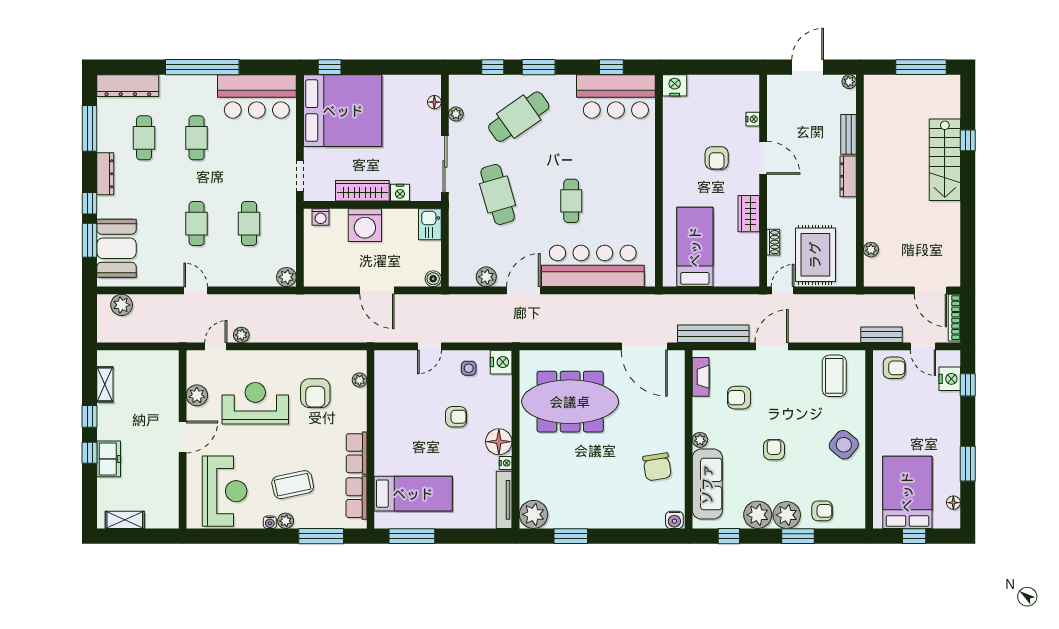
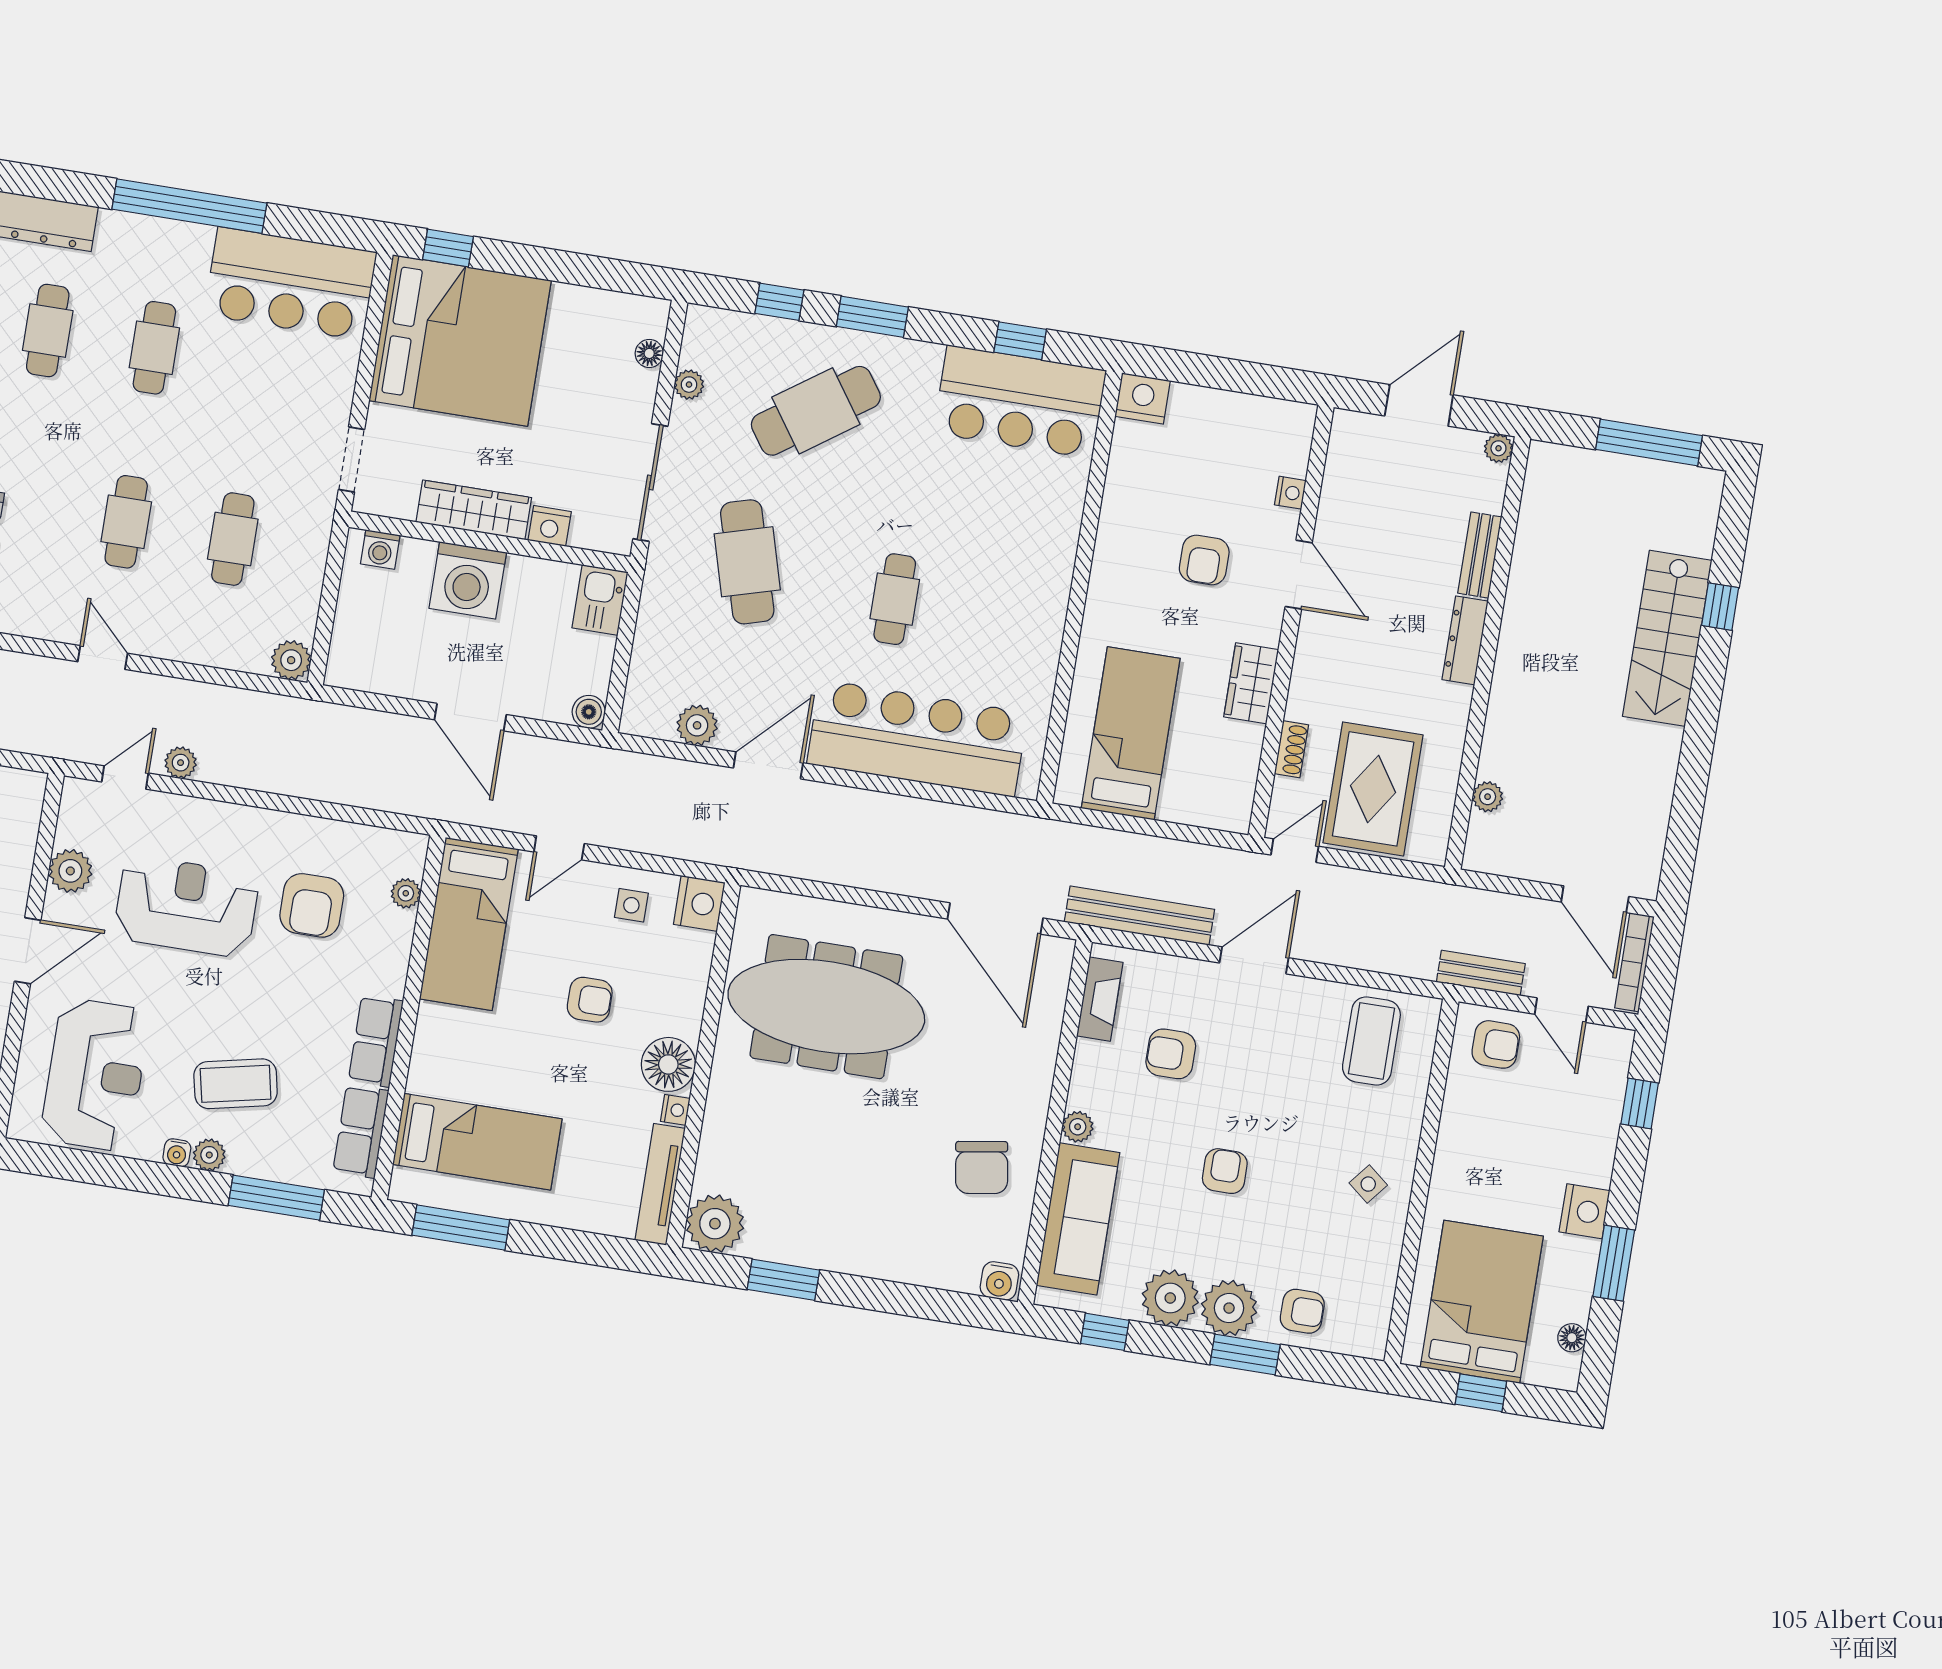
nightstand: (950, 379) -> (1584, 1211), moved
bed: (392, 390) -> (469, 924), added
side table: (844, 445) -> (1368, 1184), width x0.54, depth x0.54

